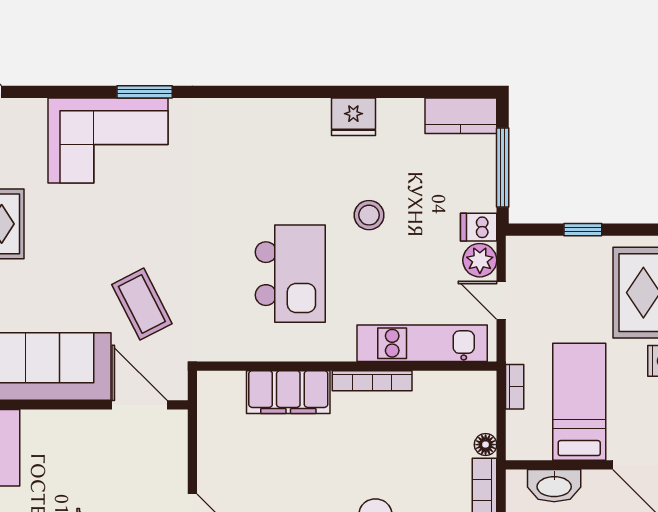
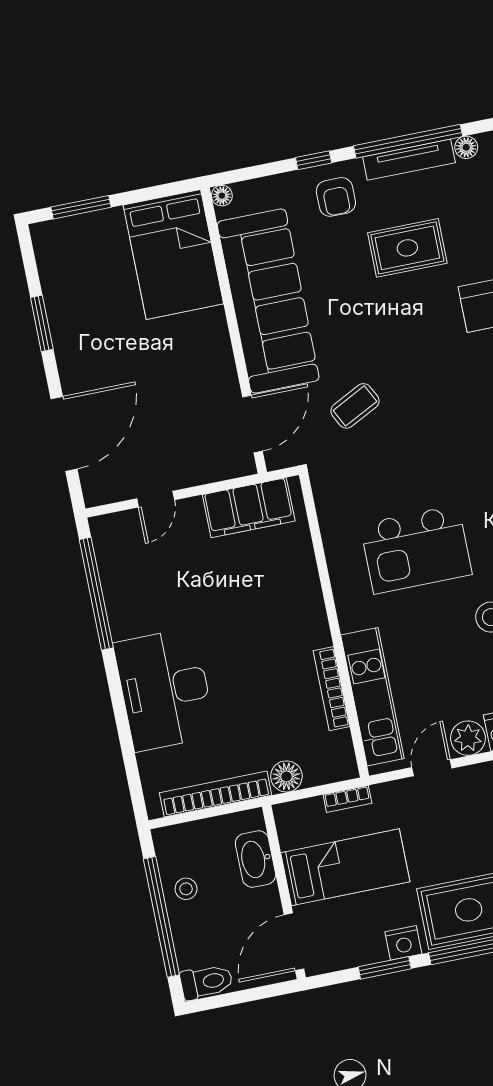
coffee table: (142, 304) -> (355, 406), width x0.73, depth x0.77
bookcase: (372, 381) -> (331, 689), moved
filing cabinet: (288, 392) -> (249, 508), moved, turned -90
floor lamp: (486, 445) -> (286, 776), width x1.37, depth x1.37

